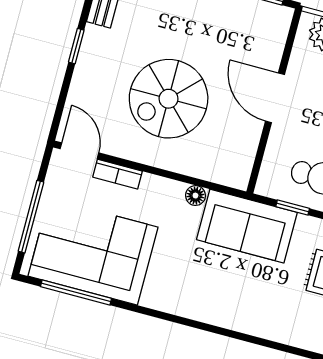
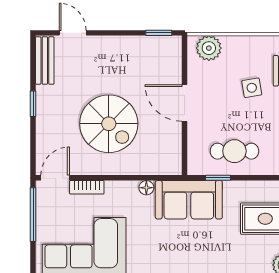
spiral stairs: (169, 99) -> (109, 124), turned -90
door: (79, 151) -> (55, 178), hinge flipped
window: (31, 217) -> (33, 215), moved

